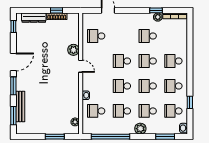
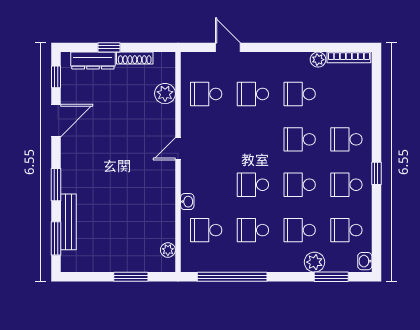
window: (57, 10) -> (109, 47), moved
window: (156, 10) -> (315, 47), removed
plant: (73, 50) -> (165, 94), moved
school desk: (122, 61) -> (253, 94), moved
door: (13, 62) -> (56, 121), moved
door: (81, 66) -> (178, 149), swing flipped
window: (190, 102) -> (376, 173), moved
plant: (140, 129) -> (314, 262), moved

